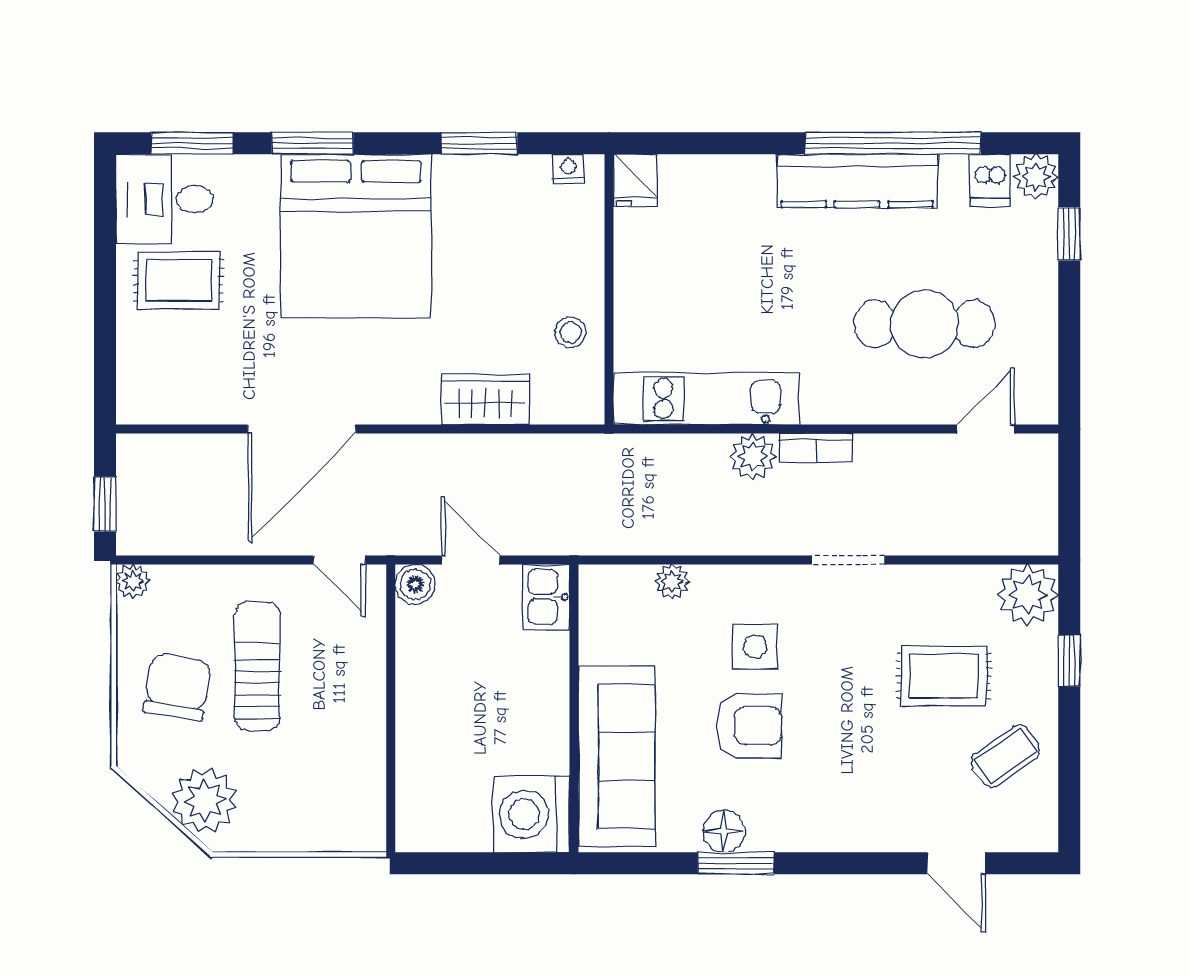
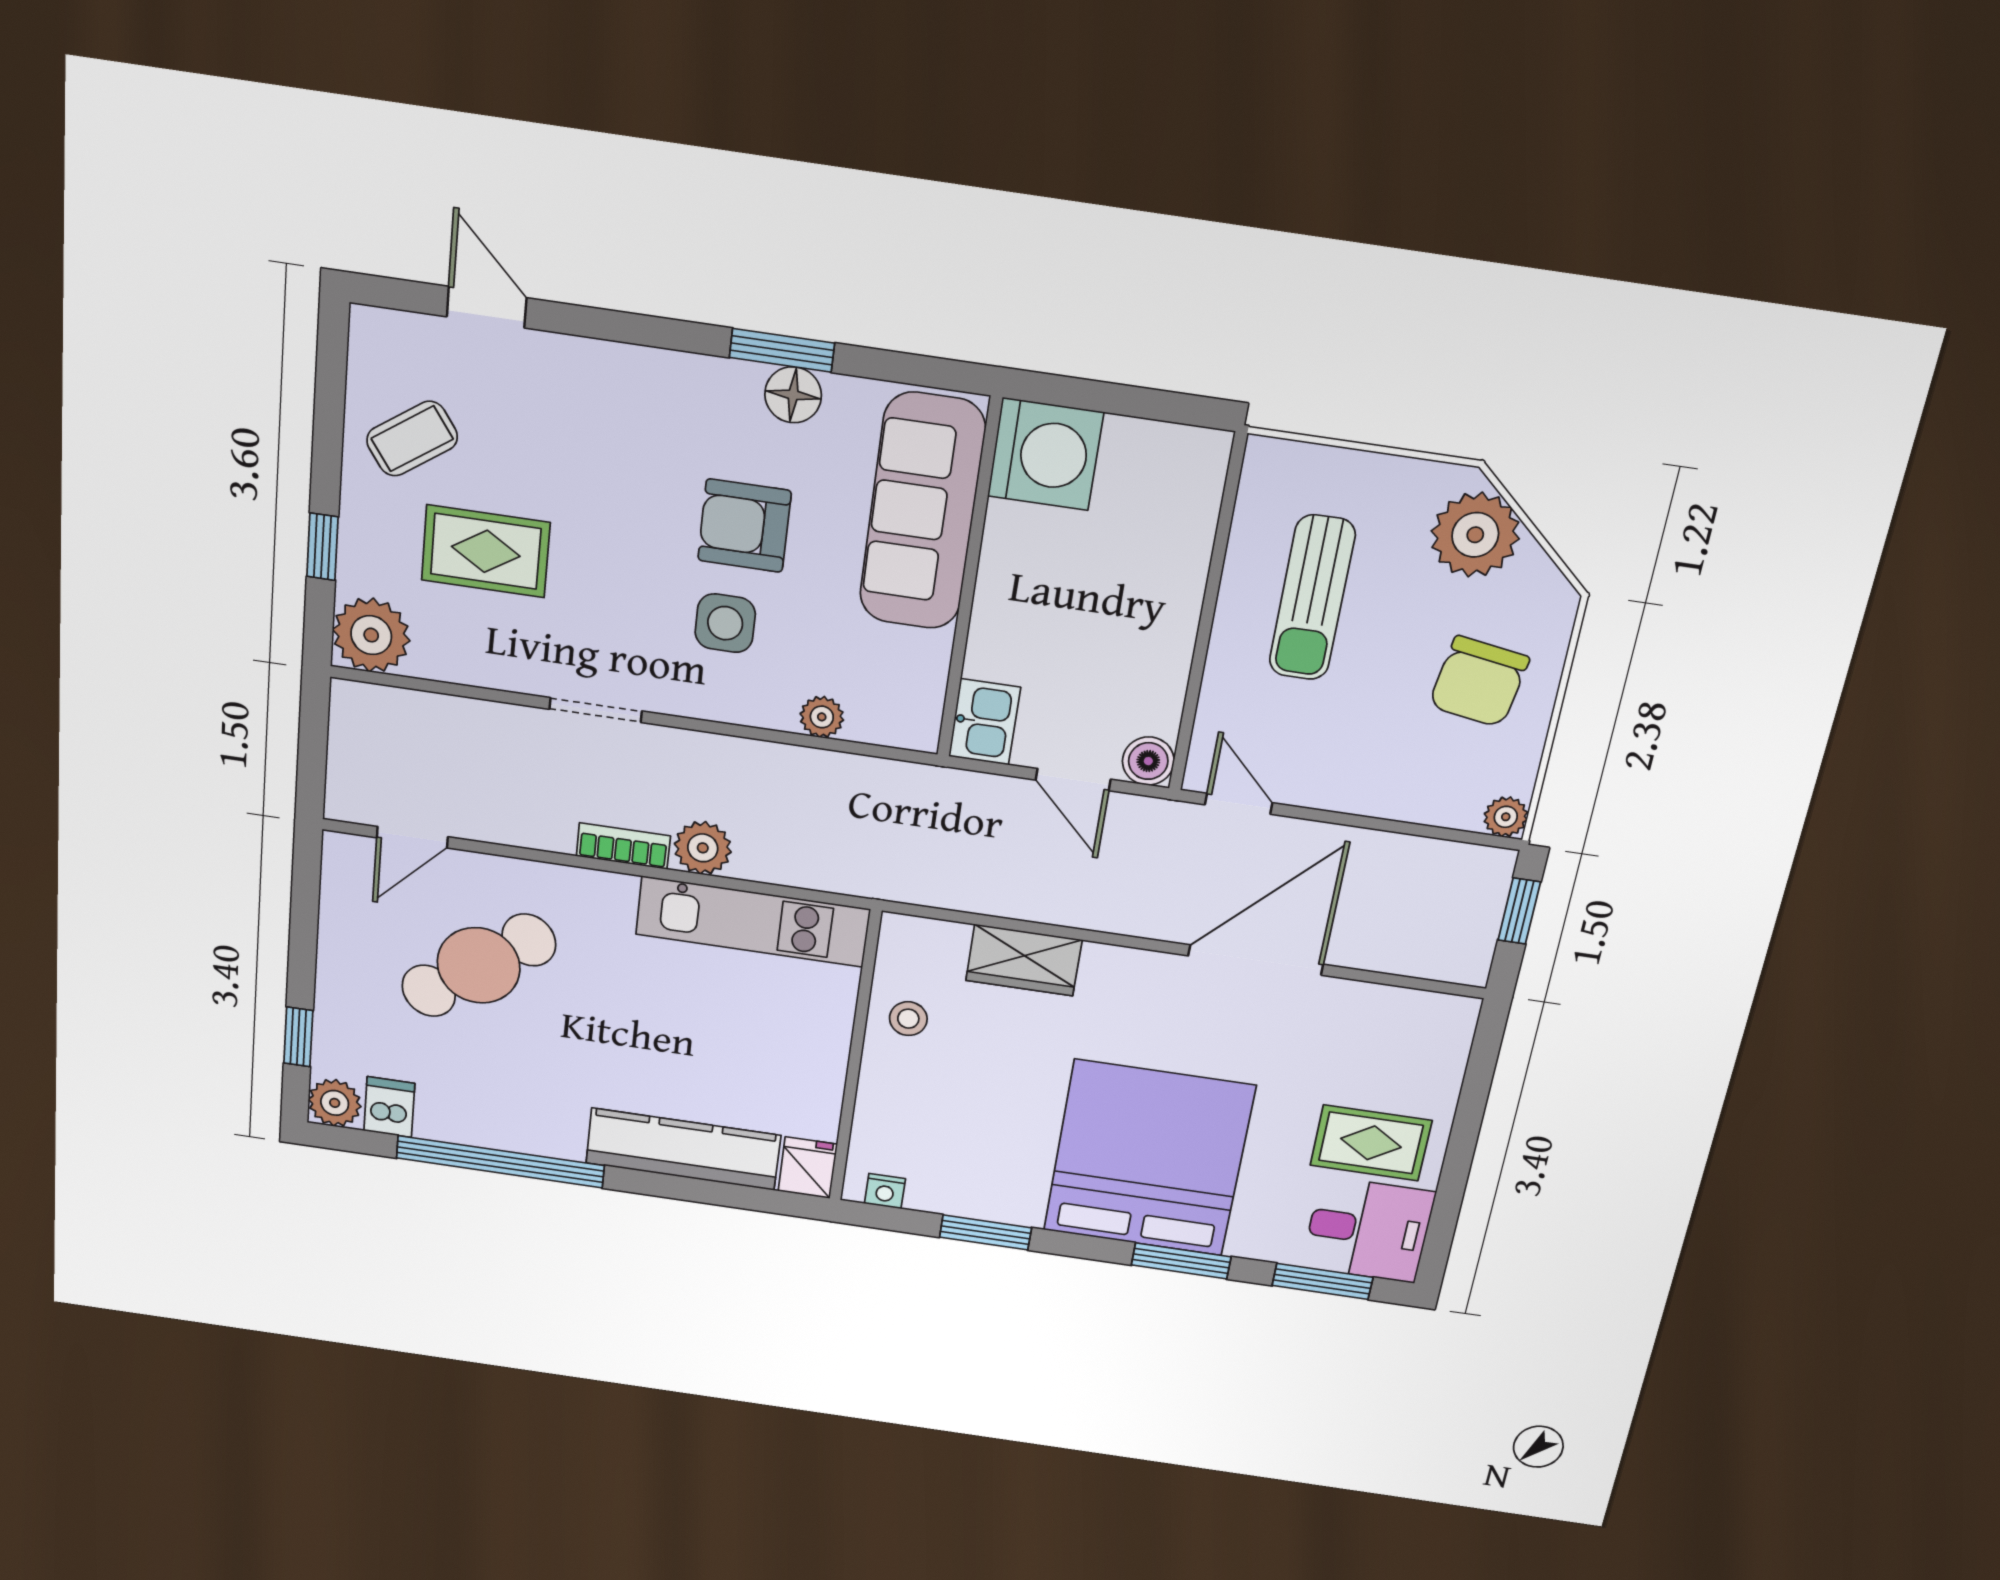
kitchen counter: (857, 181) -> (683, 1149), moved
cafe table: (924, 324) -> (479, 965), turned -37
sun lounger: (258, 666) -> (1312, 598), moved

